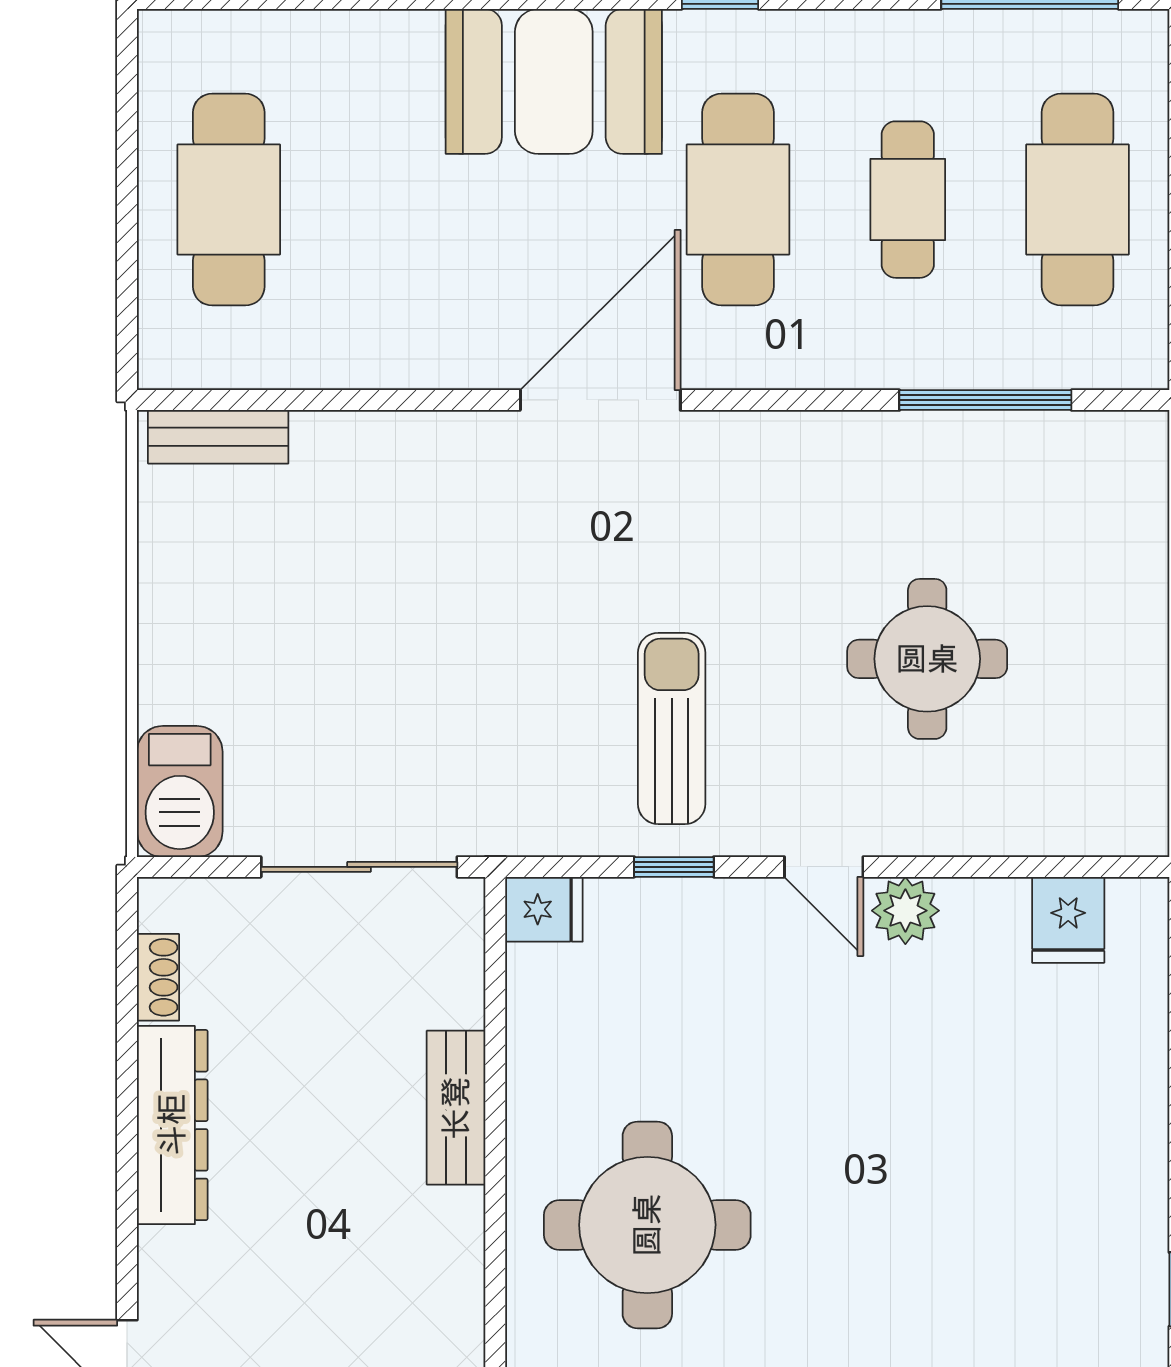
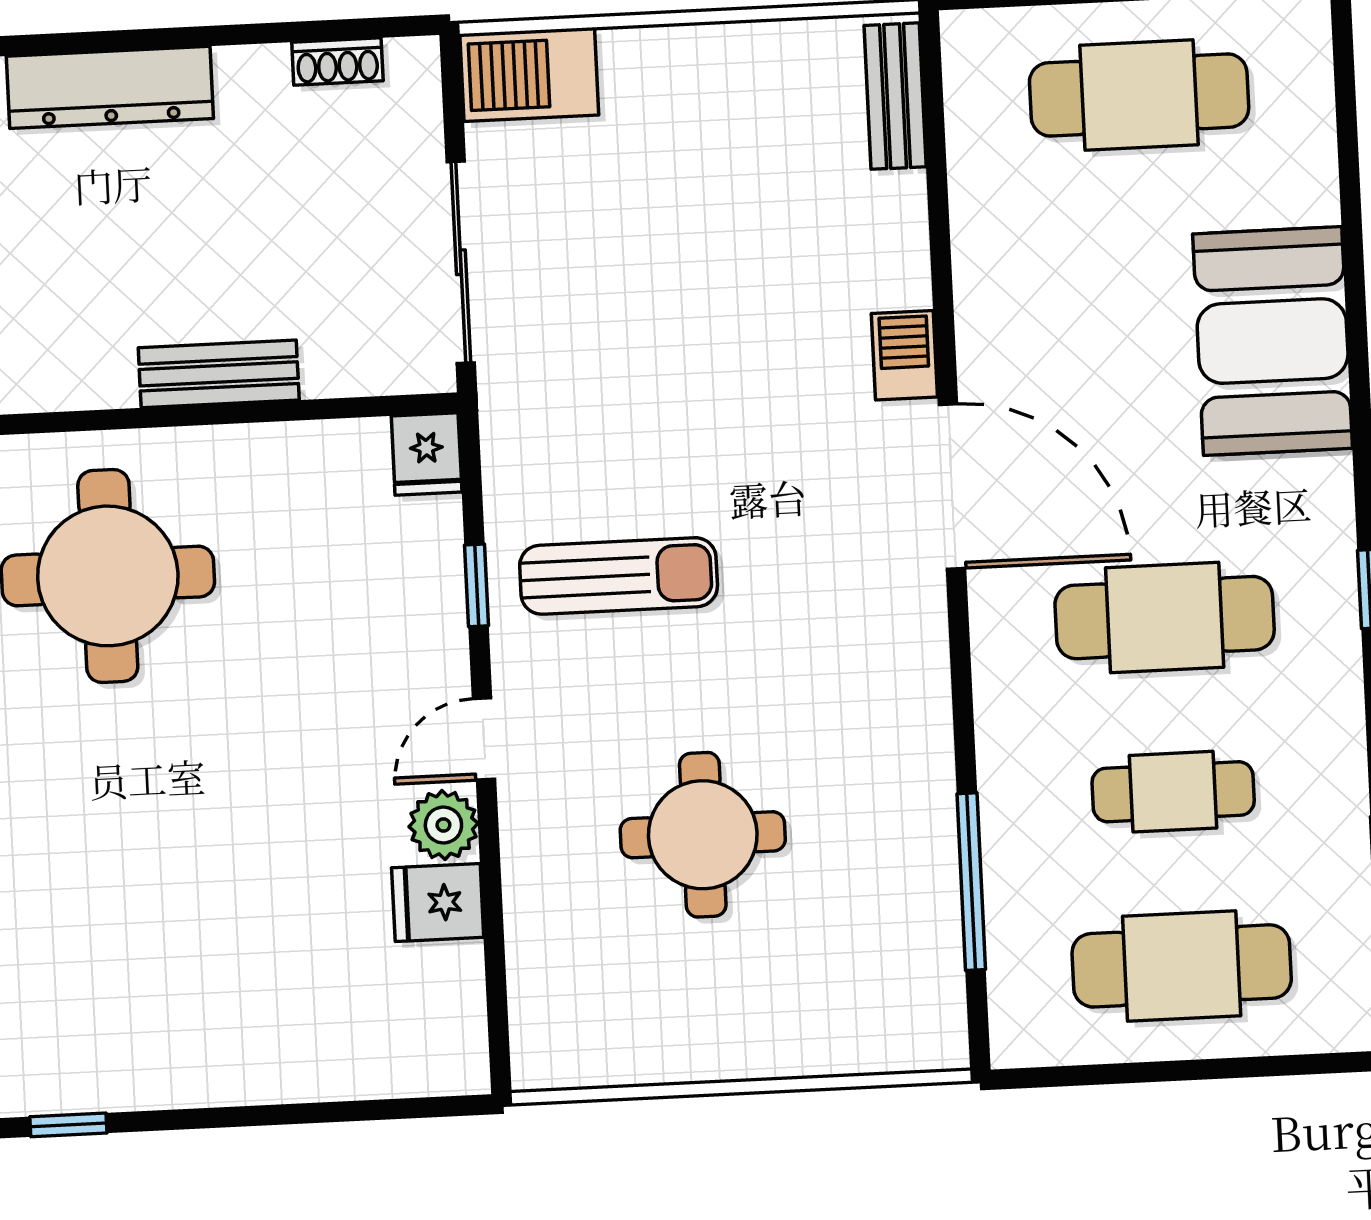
booth: (554, 81) -> (1273, 341), moved
barbecue: (471, 440) -> (904, 355), added
fridge: (1068, 920) -> (438, 903), moved
dresser: (172, 1125) -> (110, 87), moved

